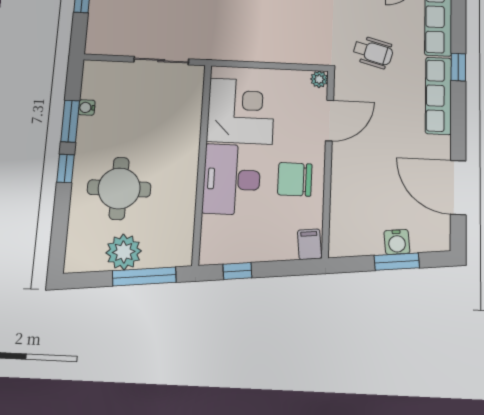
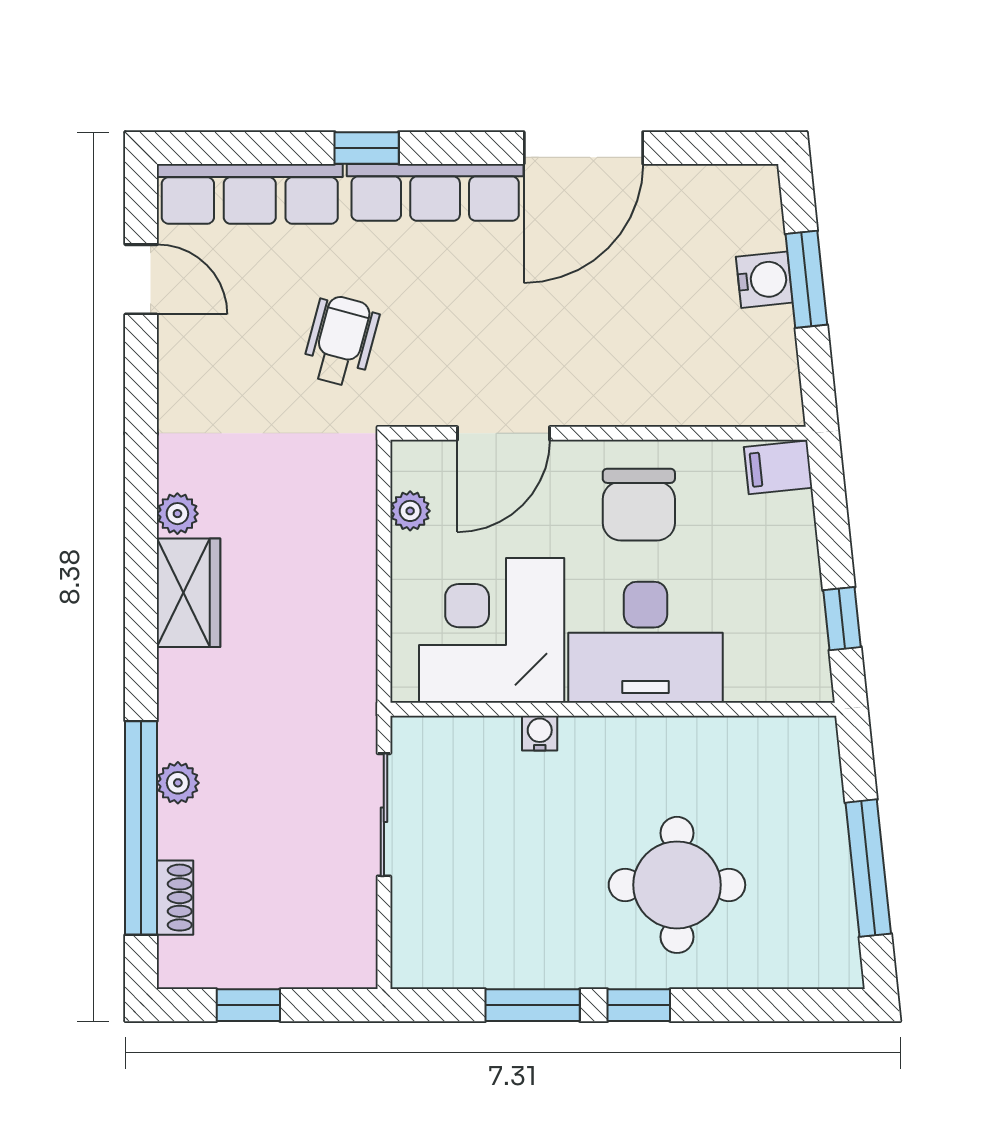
plant: (319, 79) -> (410, 511), moved
water cooler: (87, 107) -> (540, 733), moved, turned 180
door: (329, 120) -> (503, 433), swing flipped
door: (458, 188) -> (583, 148), moved
plant: (124, 252) -> (813, 864), removed
window: (144, 276) -> (868, 868), moved

